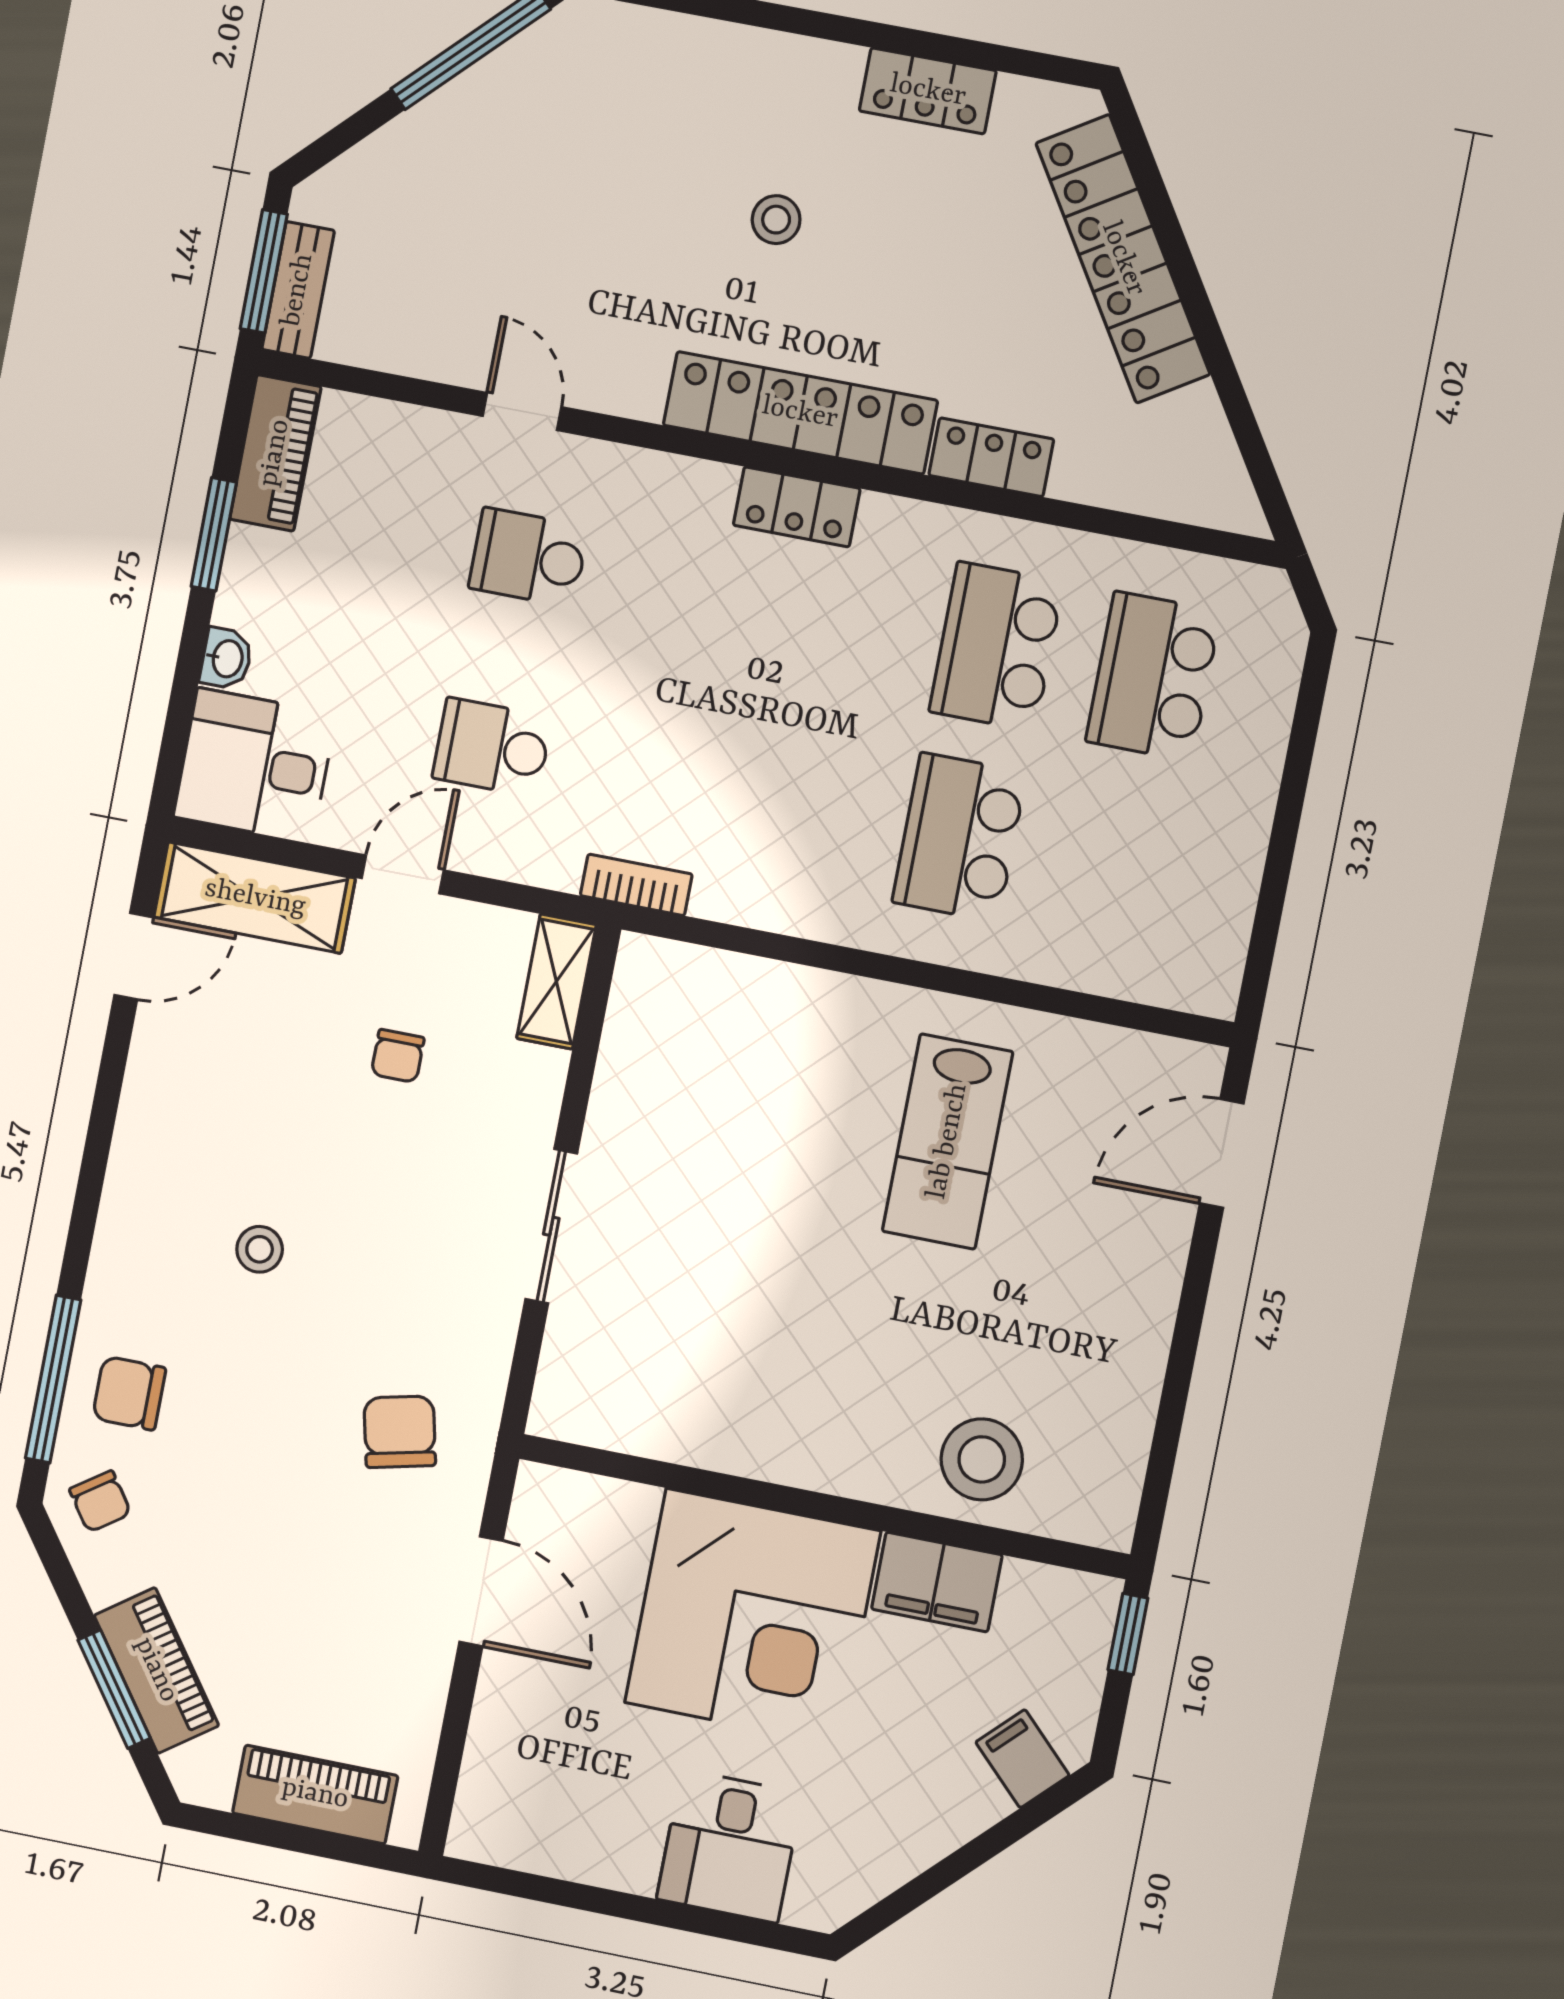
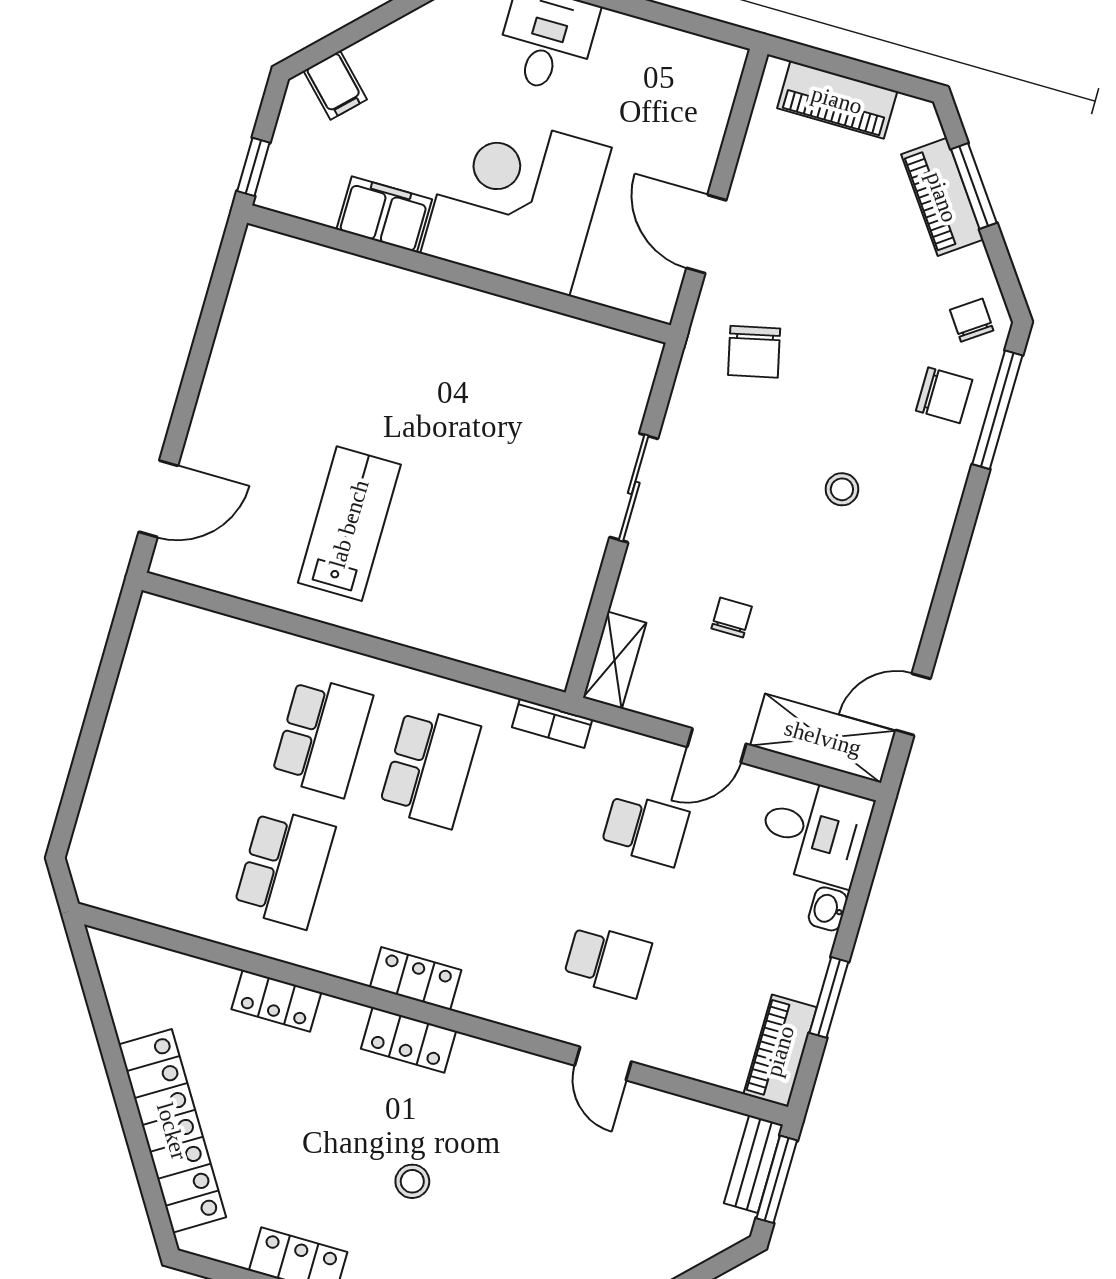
locker: (800, 413) -> (409, 1040), width x0.46, depth x0.83
school desk: (1153, 676) -> (430, 767), moved
stool: (982, 1459) -> (345, 298), removed

